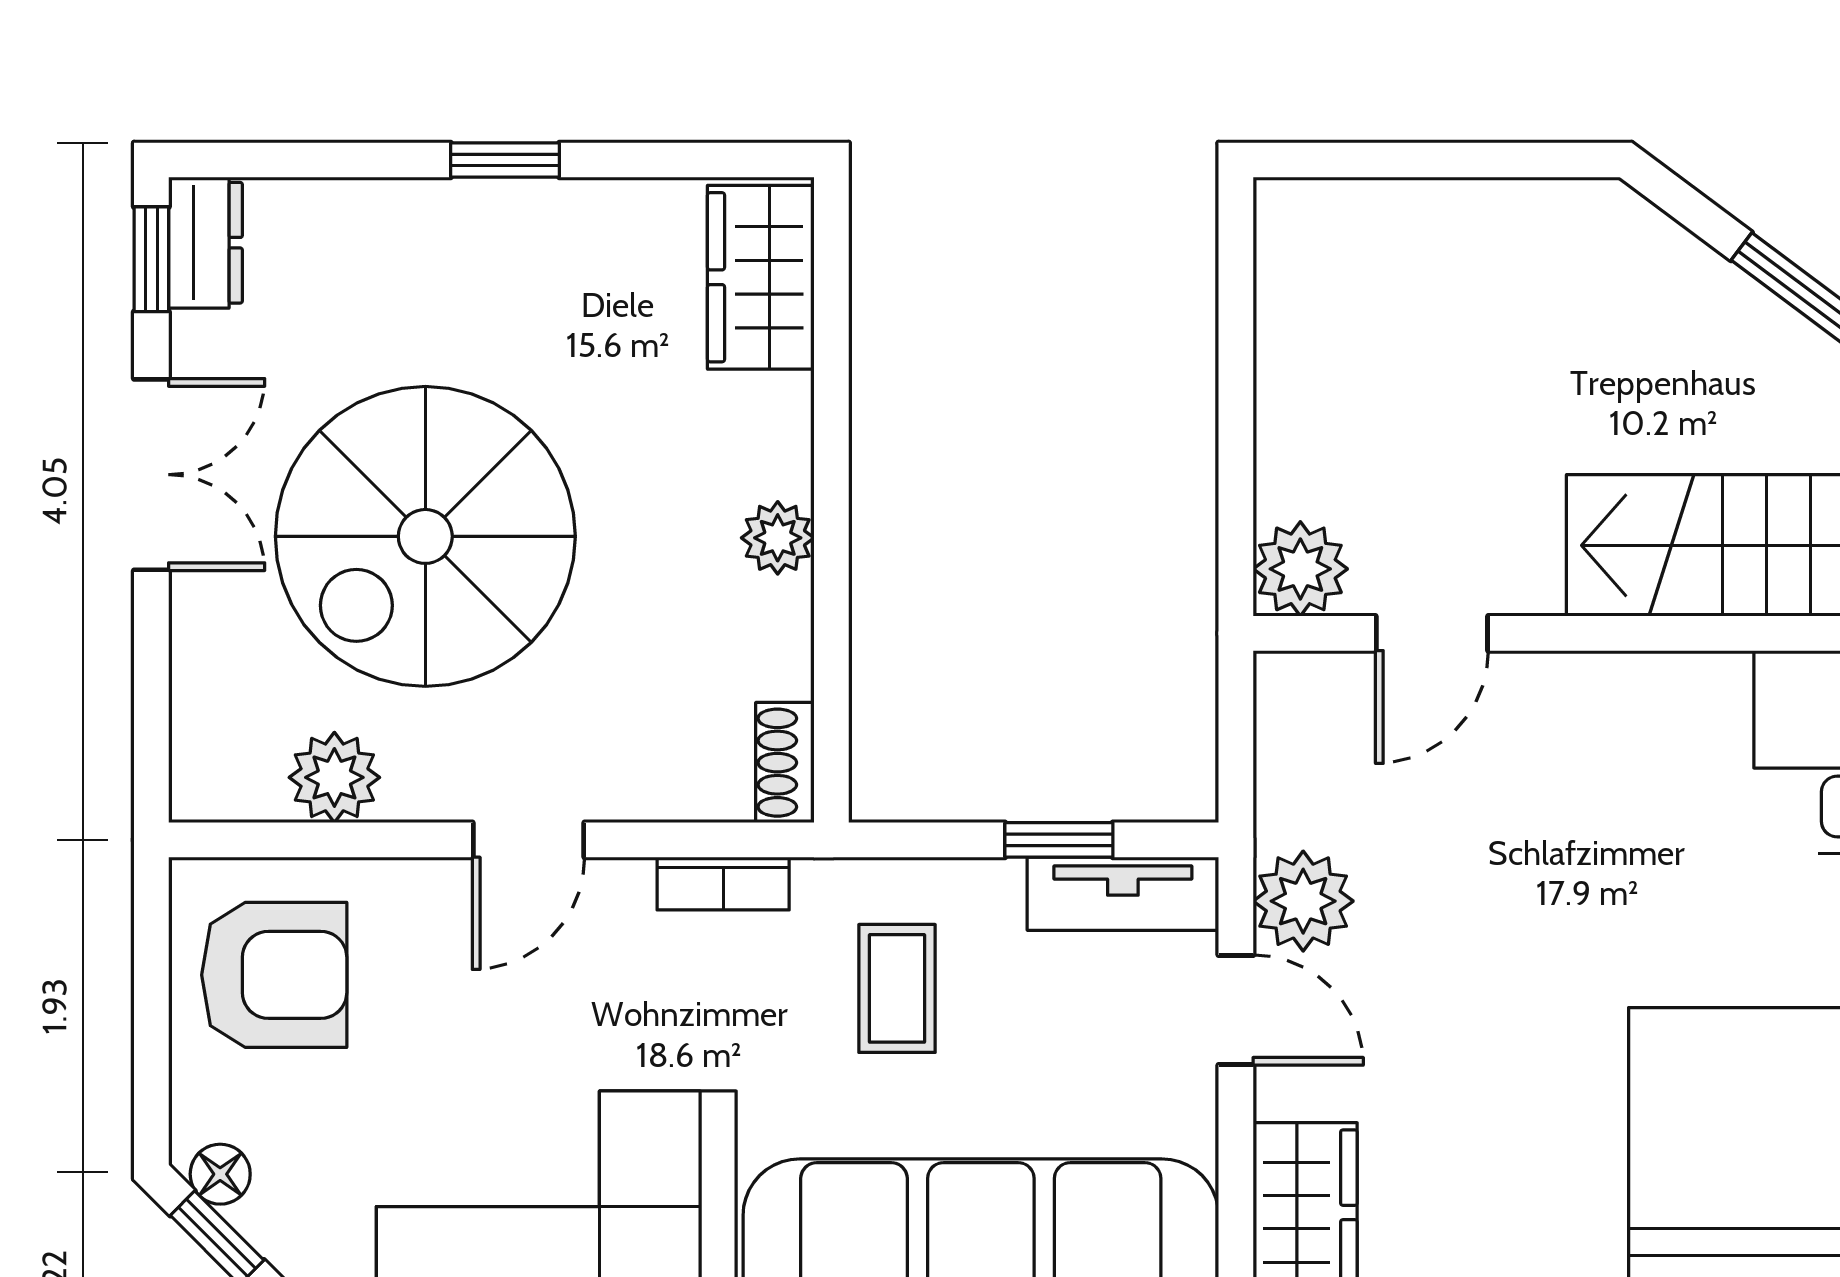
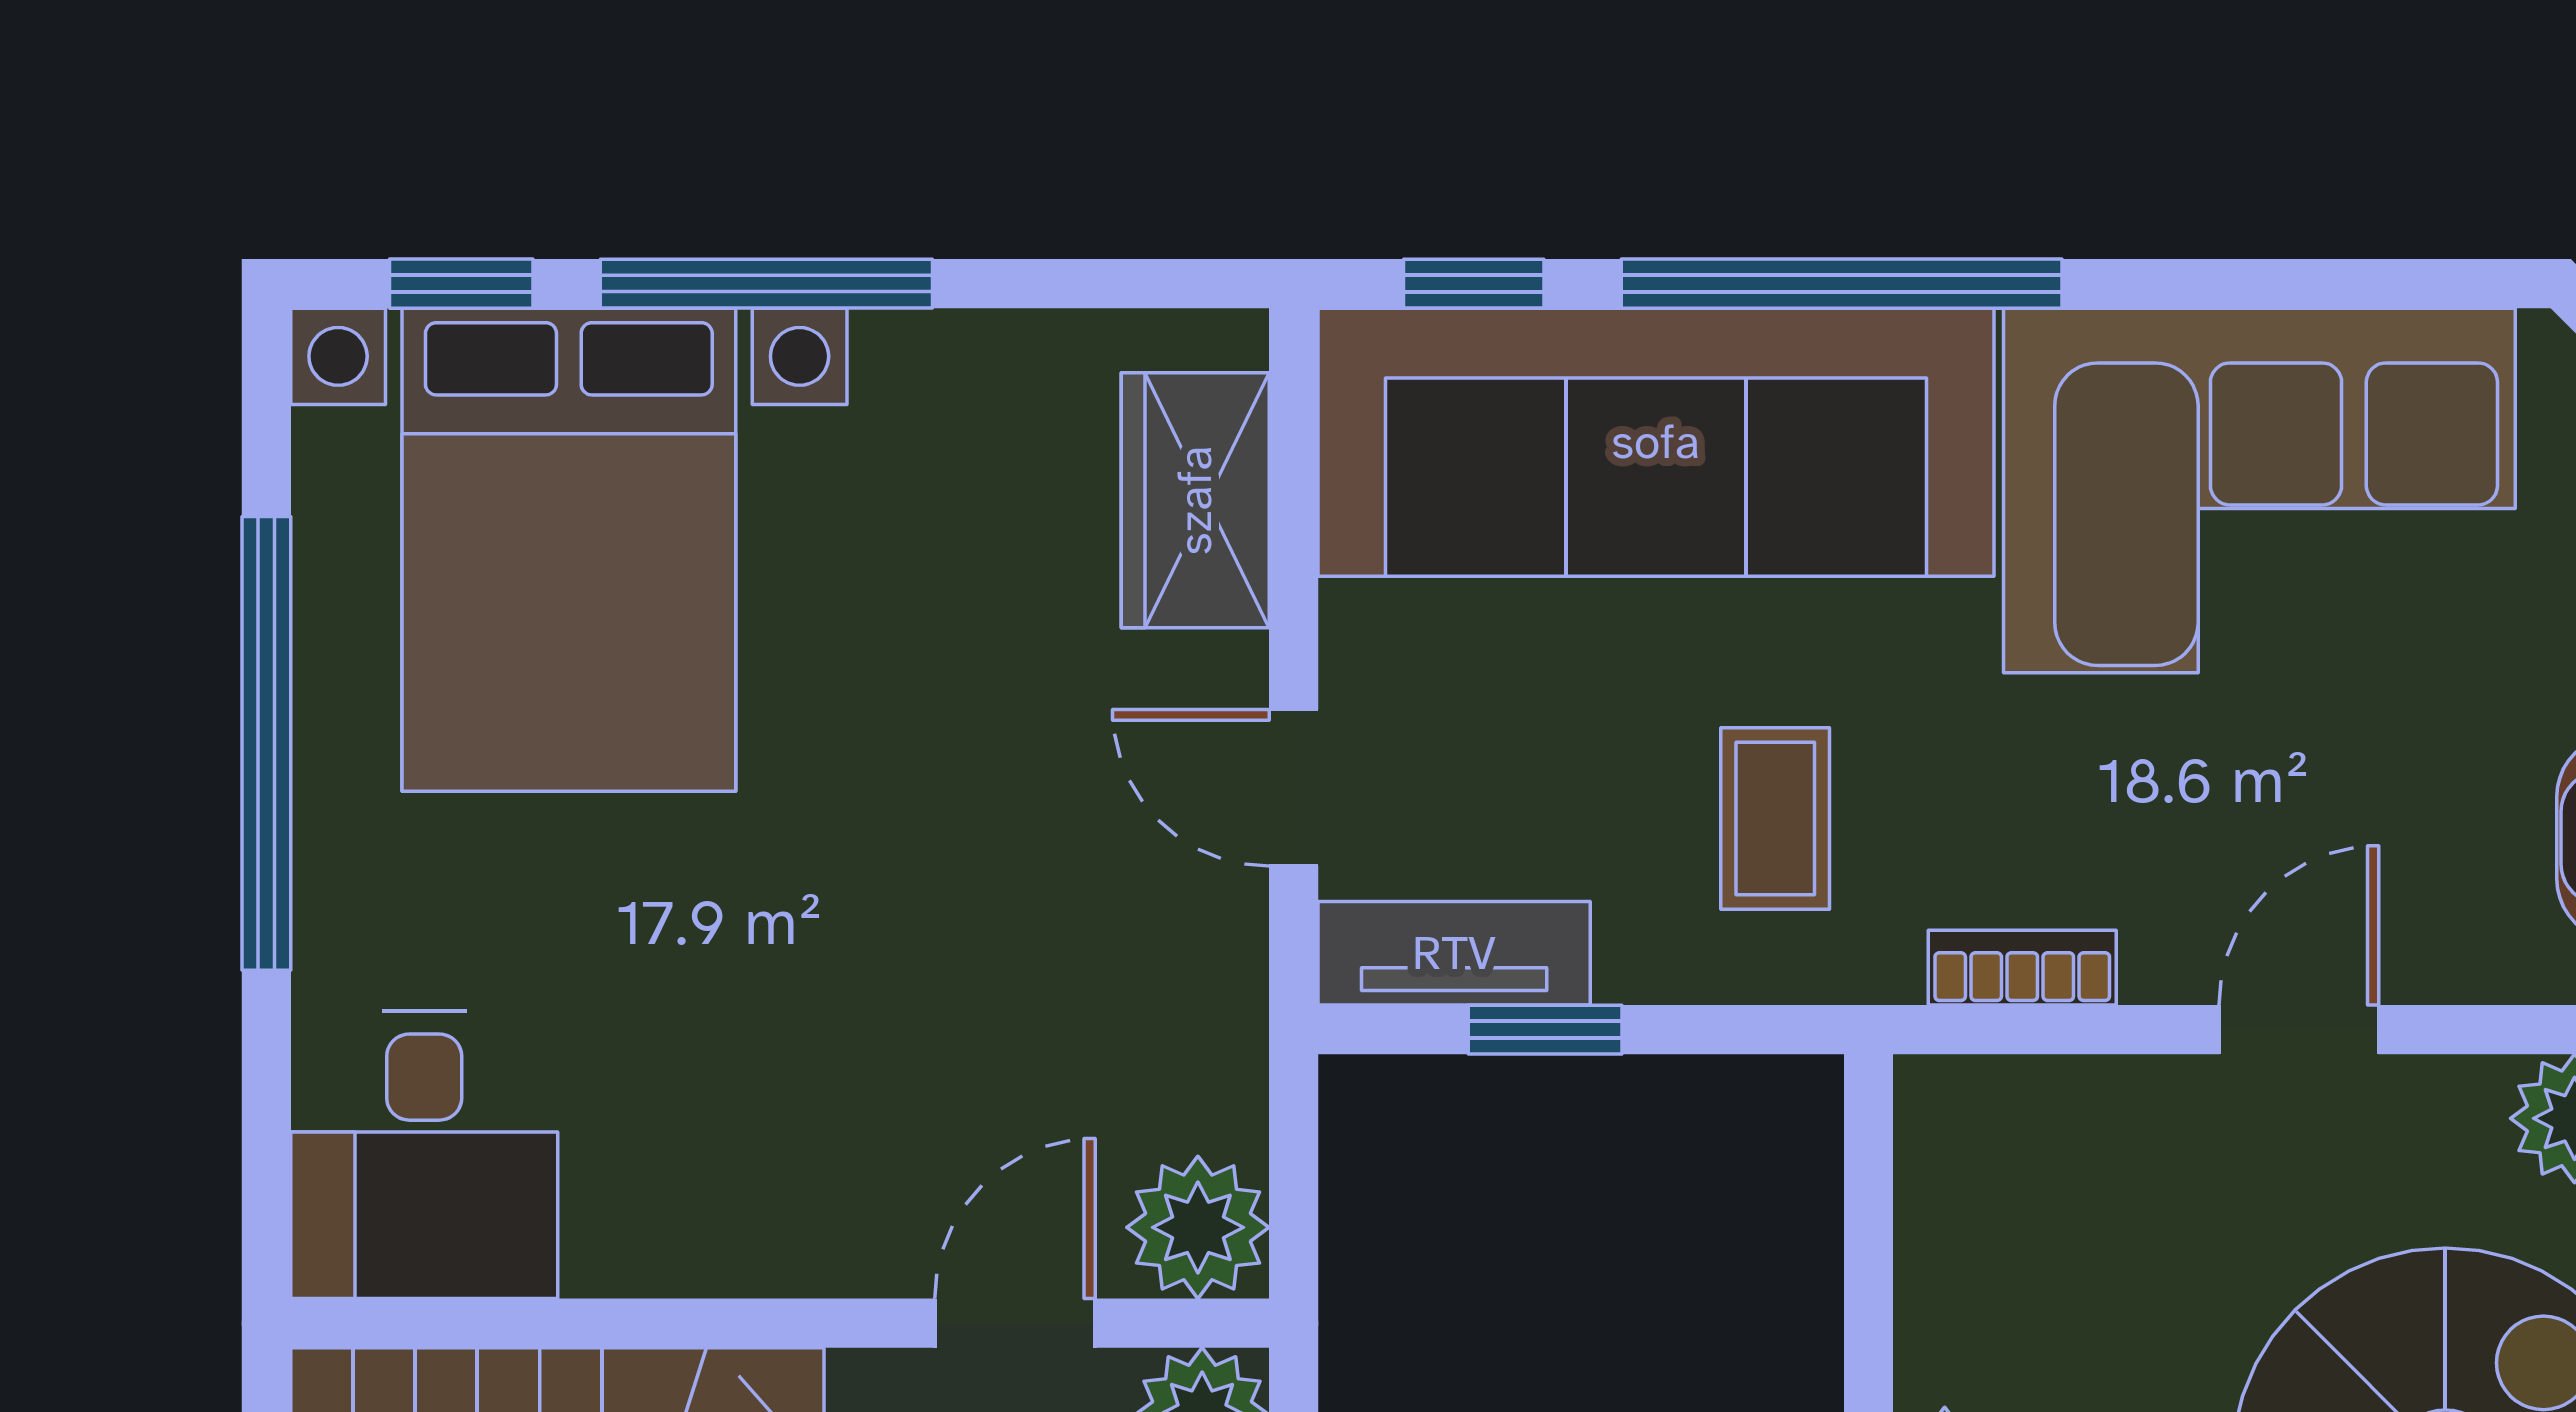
shoe rack: (785, 763) -> (1934, 1139), removed
plant: (1303, 901) -> (1198, 1227), moved

